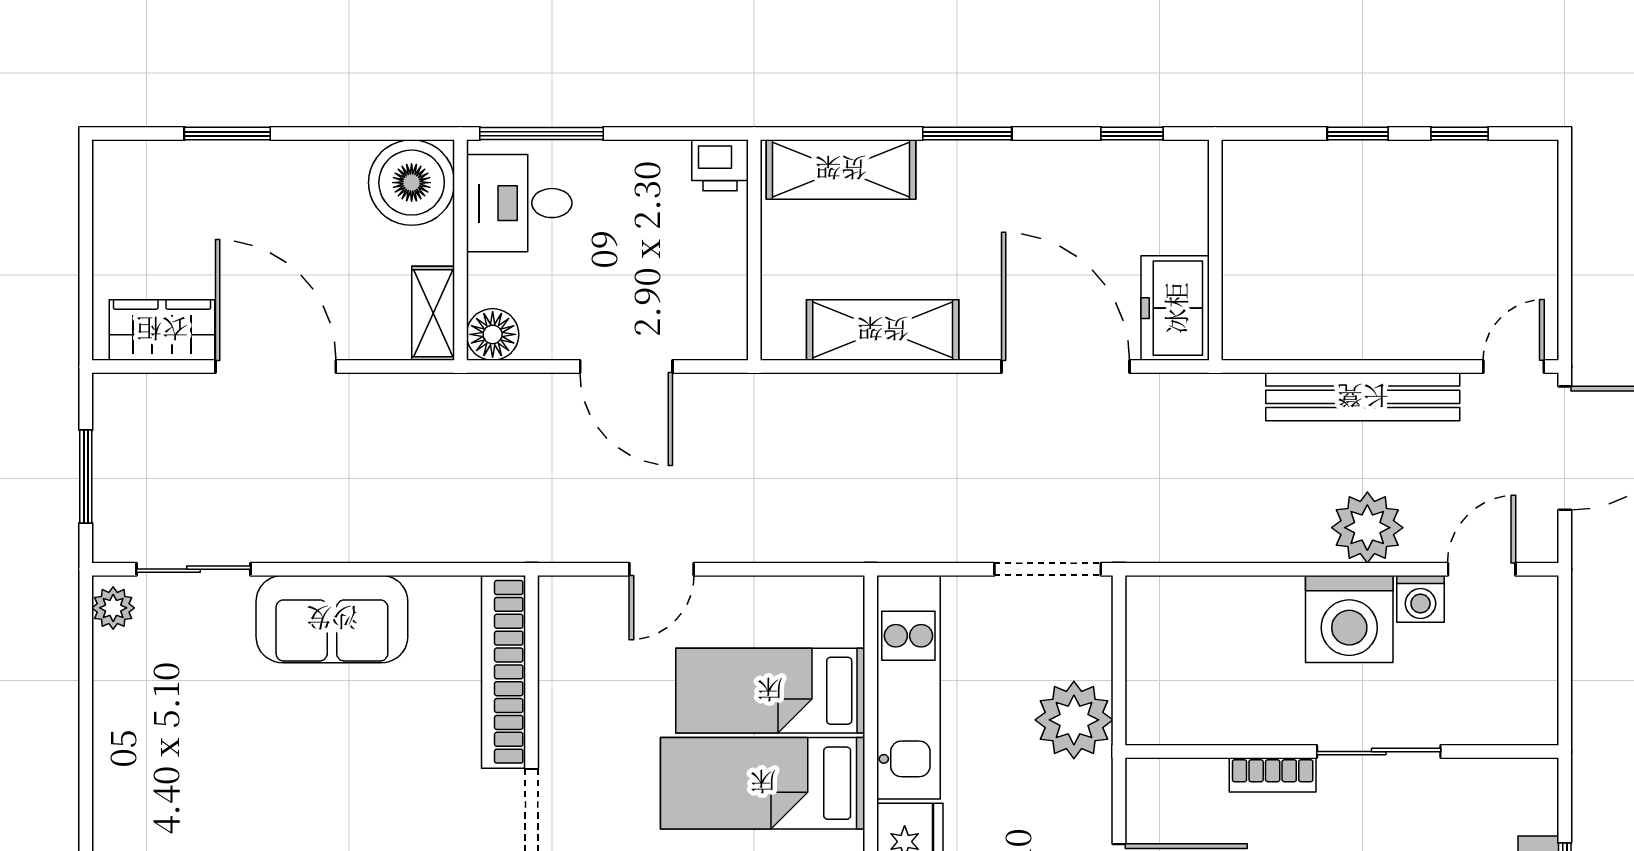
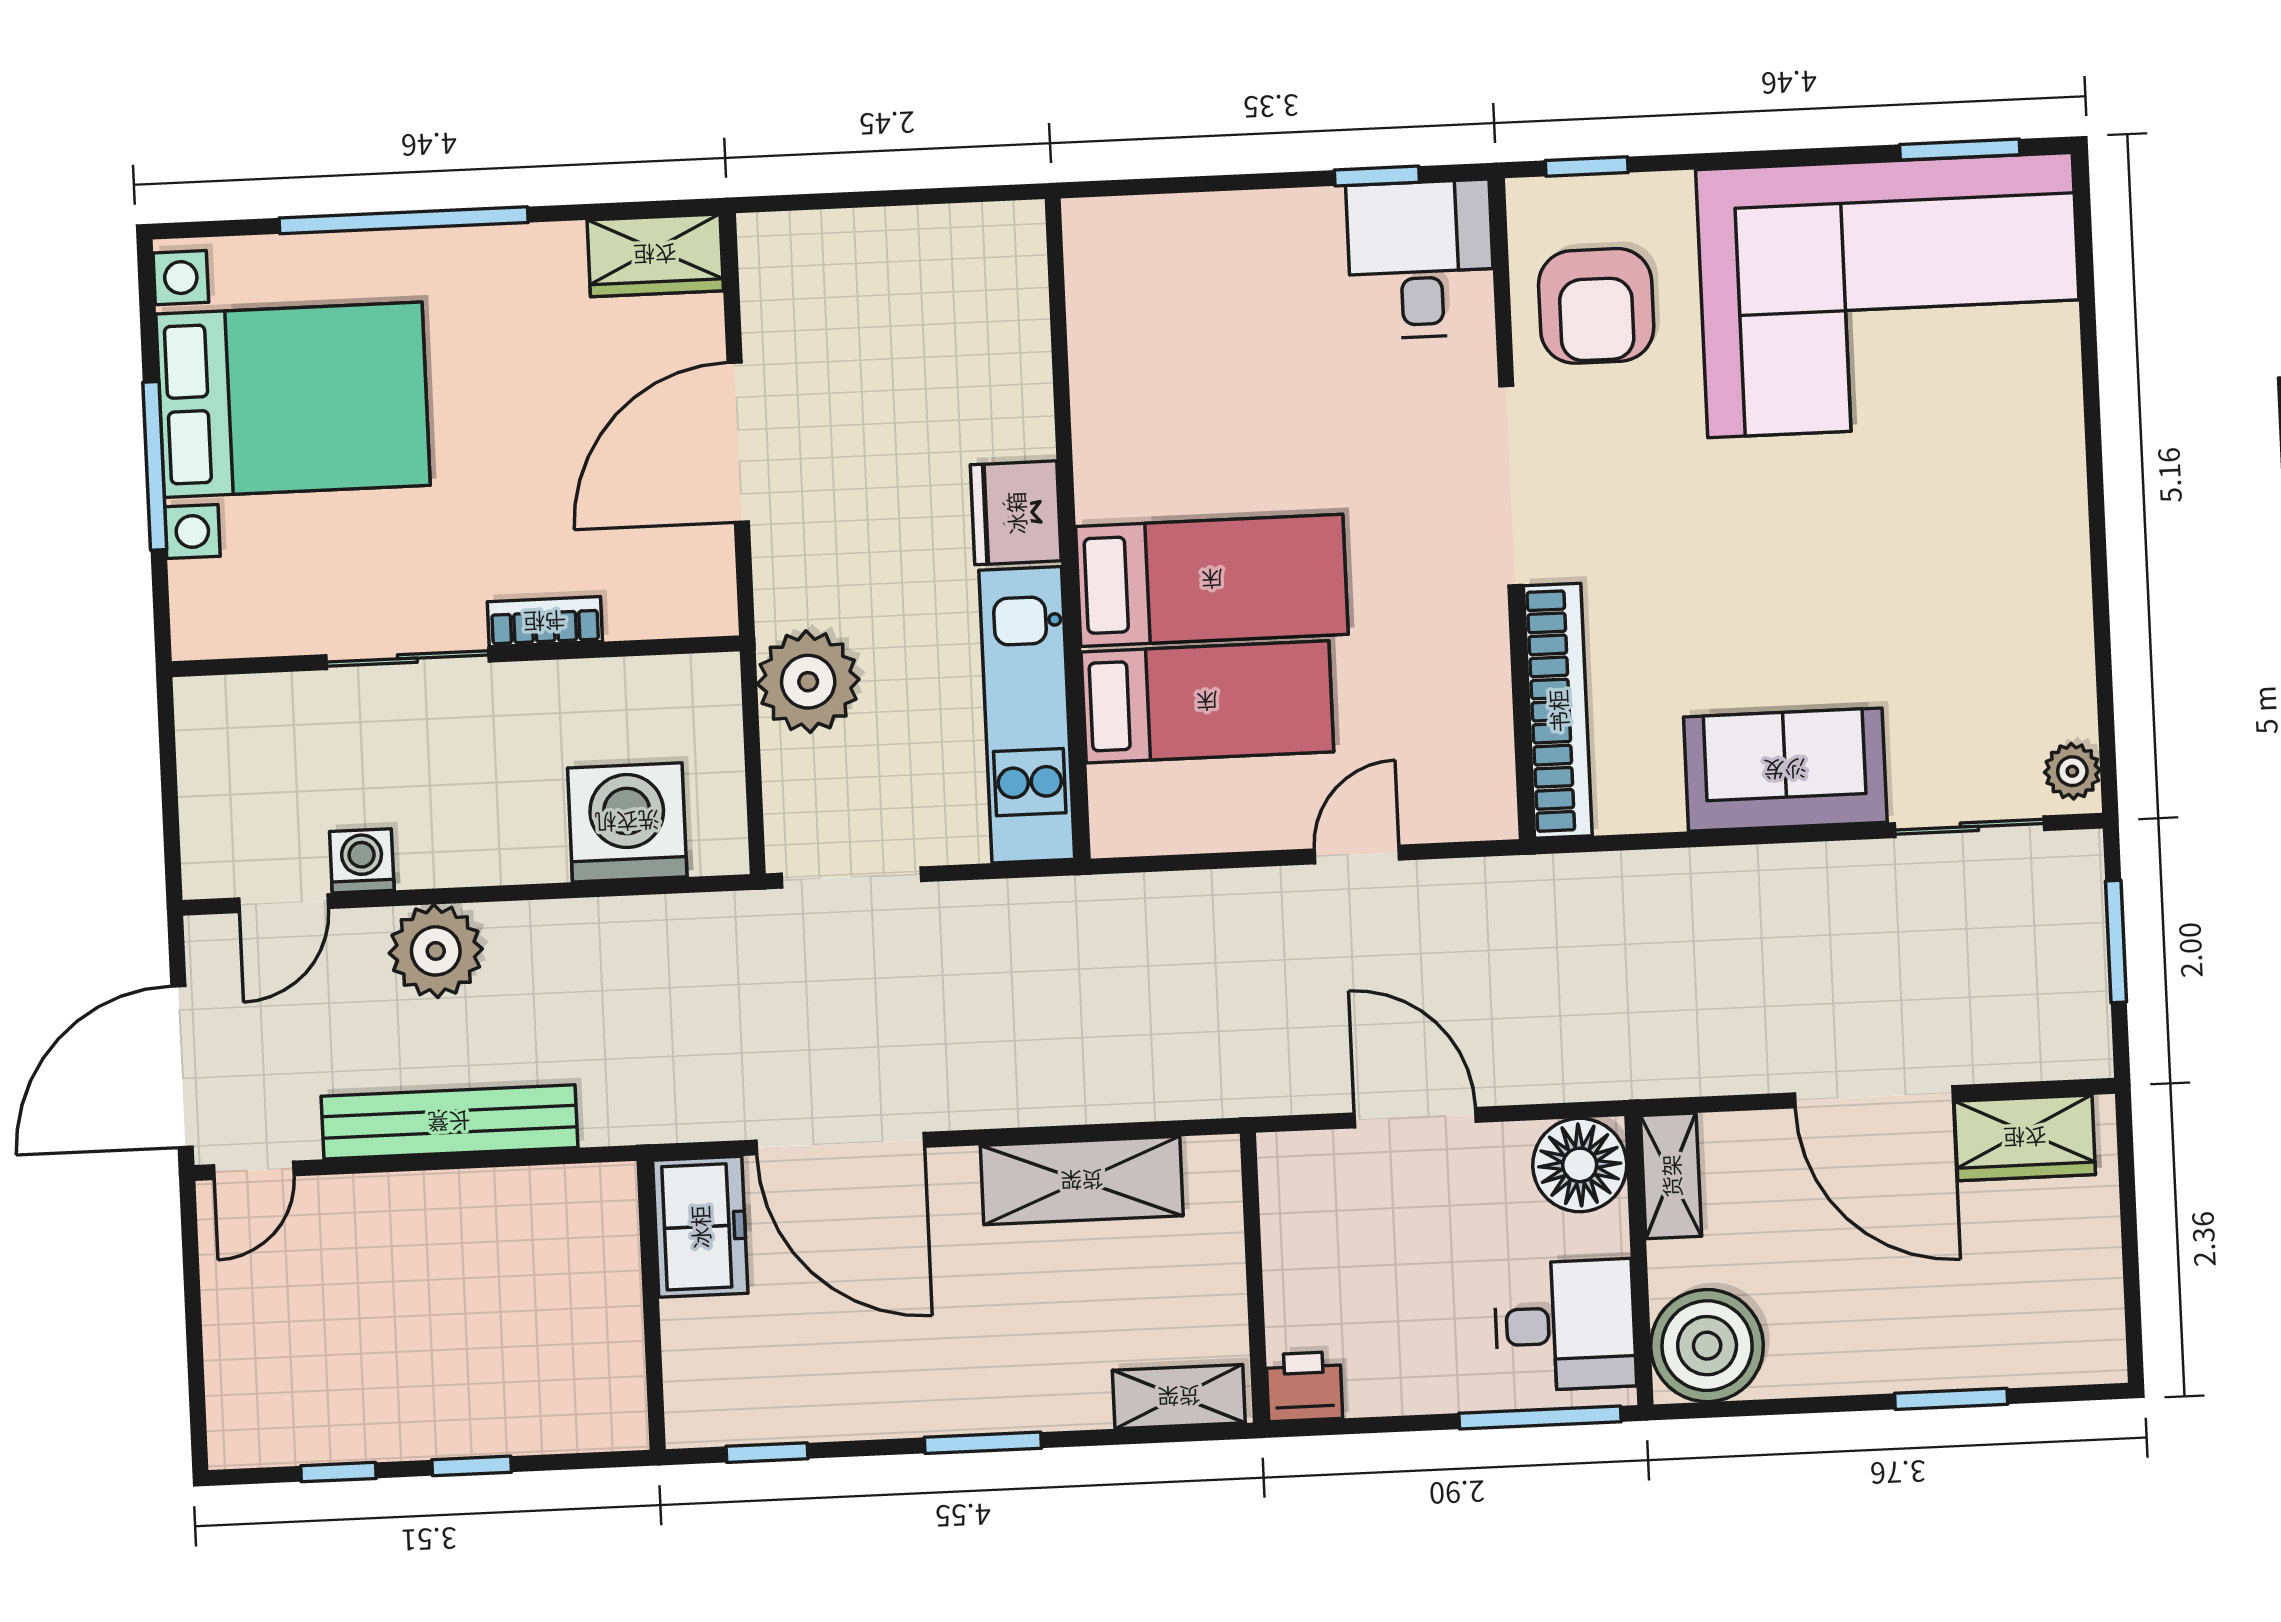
shelving: (841, 169) -> (1179, 1397), width x0.67, depth x0.75
floor lamp: (493, 334) -> (1580, 1165), width x1.38, depth x1.38
washing machine: (1349, 619) -> (627, 822), moved

